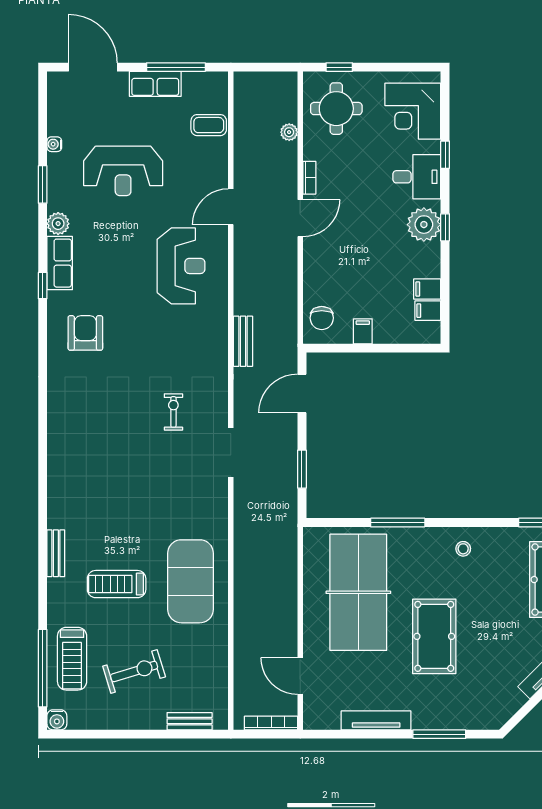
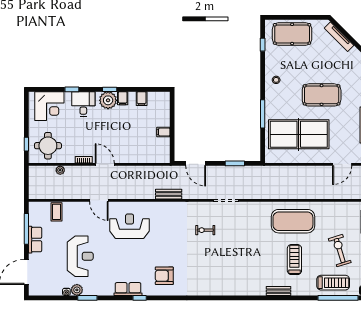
plant: (58, 224) -> (77, 290), moved
filing cabinet: (428, 311) -> (123, 98), moved
chair: (322, 318) -> (156, 153), removed
treadmill: (117, 584) -> (294, 260), turned 180

